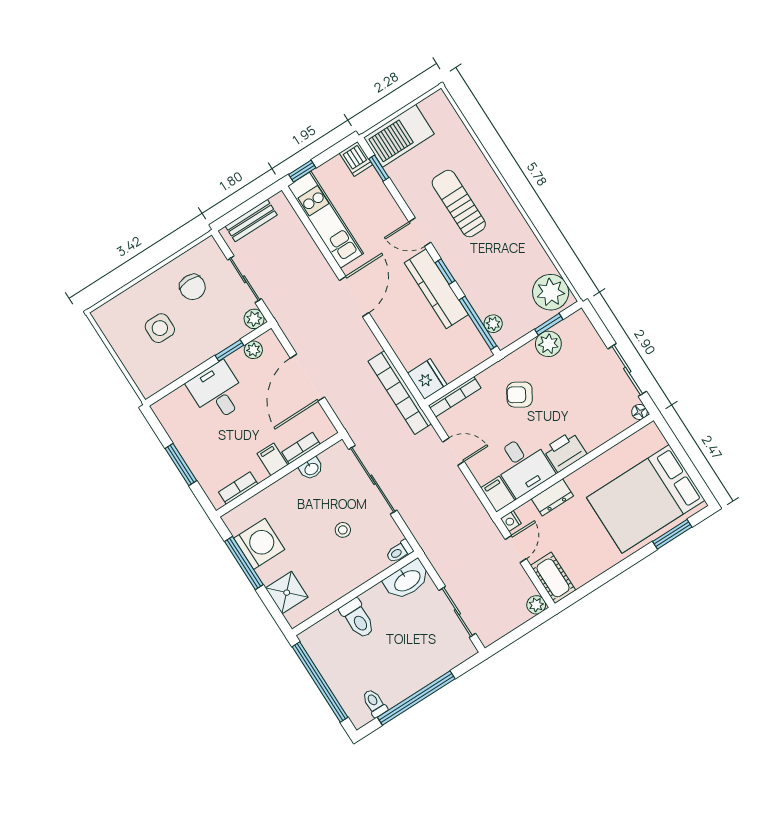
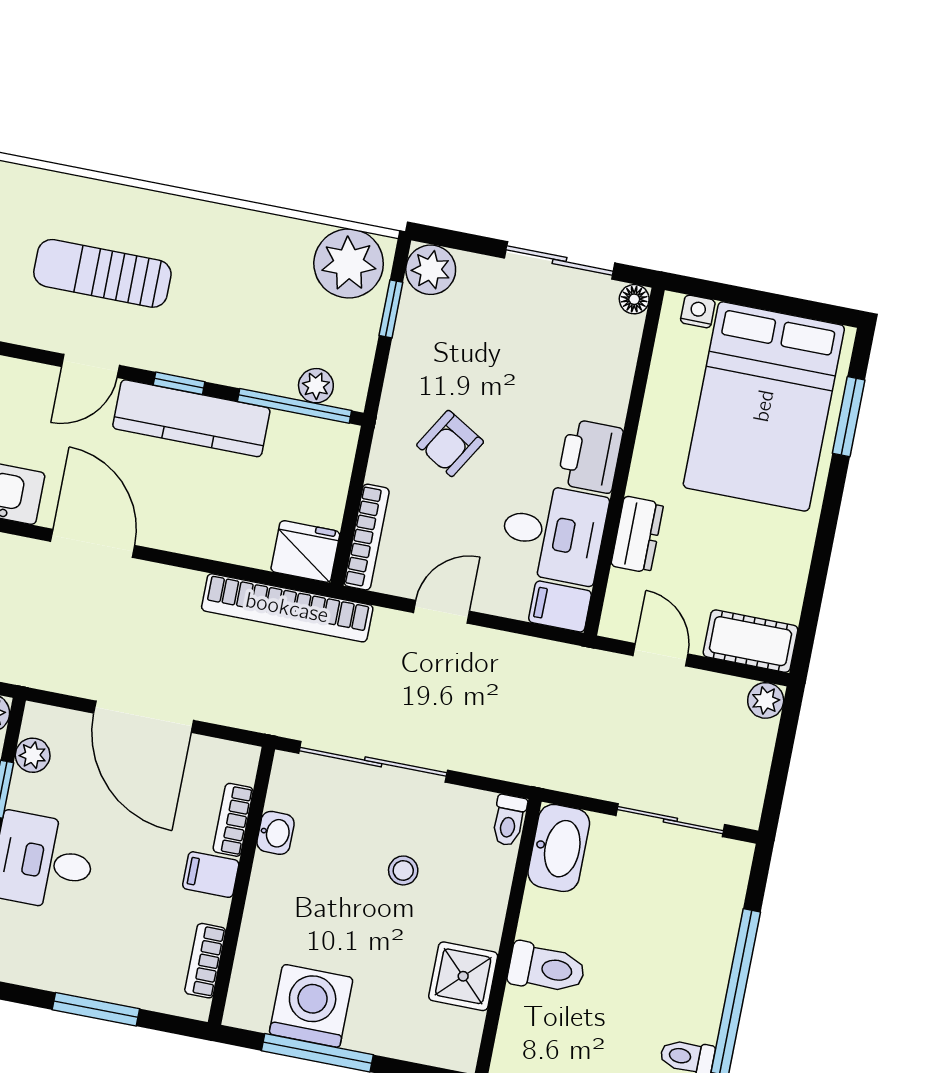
plant: (548, 344) -> (431, 270), moved
nightstand: (511, 521) -> (698, 311), moved, turned 180
shower: (287, 593) -> (463, 976), moved

